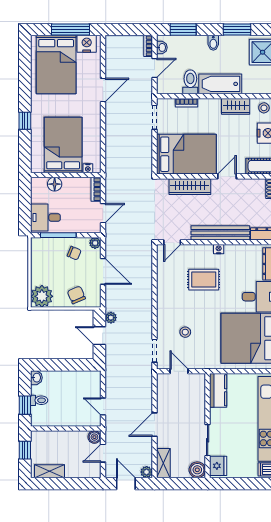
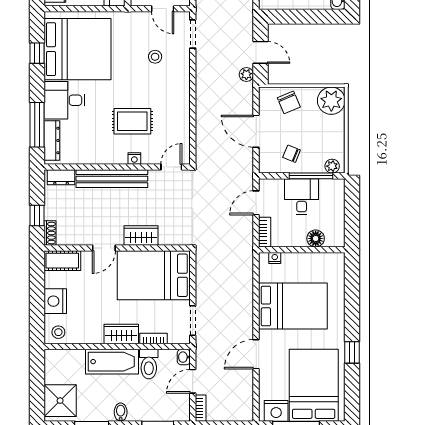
washbasin: (162, 47) -> (184, 357), moved
wardrobe: (236, 106) -> (121, 334), moved
window: (25, 121) -> (352, 352), moved
bed: (63, 145) -> (293, 306), moved, turned -90
wardrobe: (190, 187) -> (141, 236), width x0.67
desk: (45, 218) -> (302, 197), moved, turned -90
plant: (95, 243) -> (332, 166), moved
nightstand: (219, 249) -> (134, 159), moved

